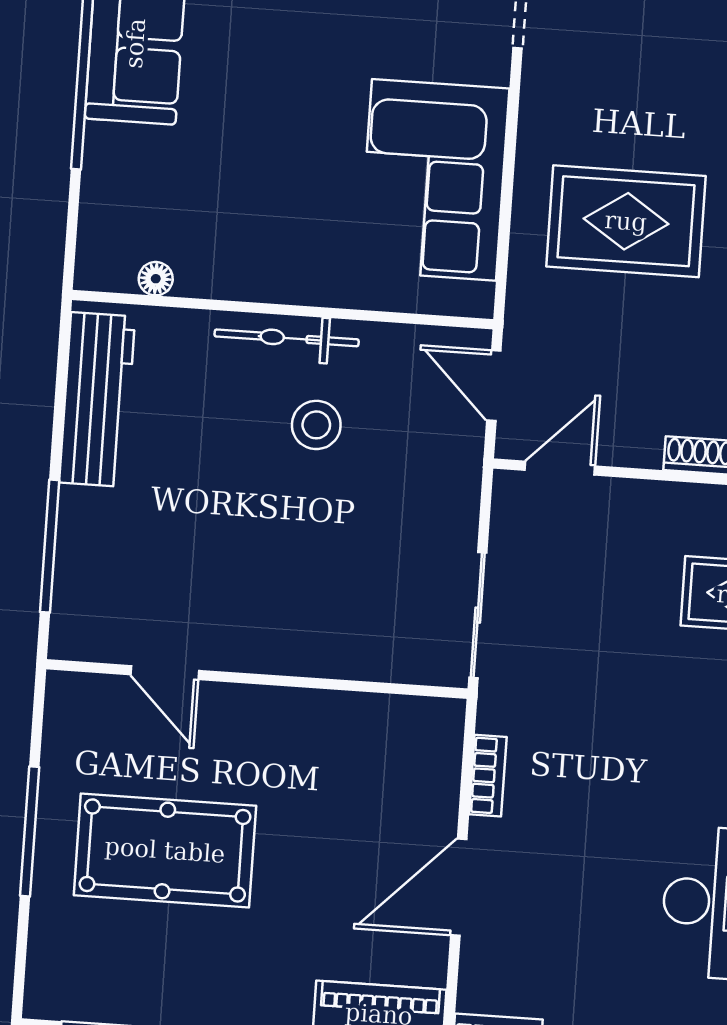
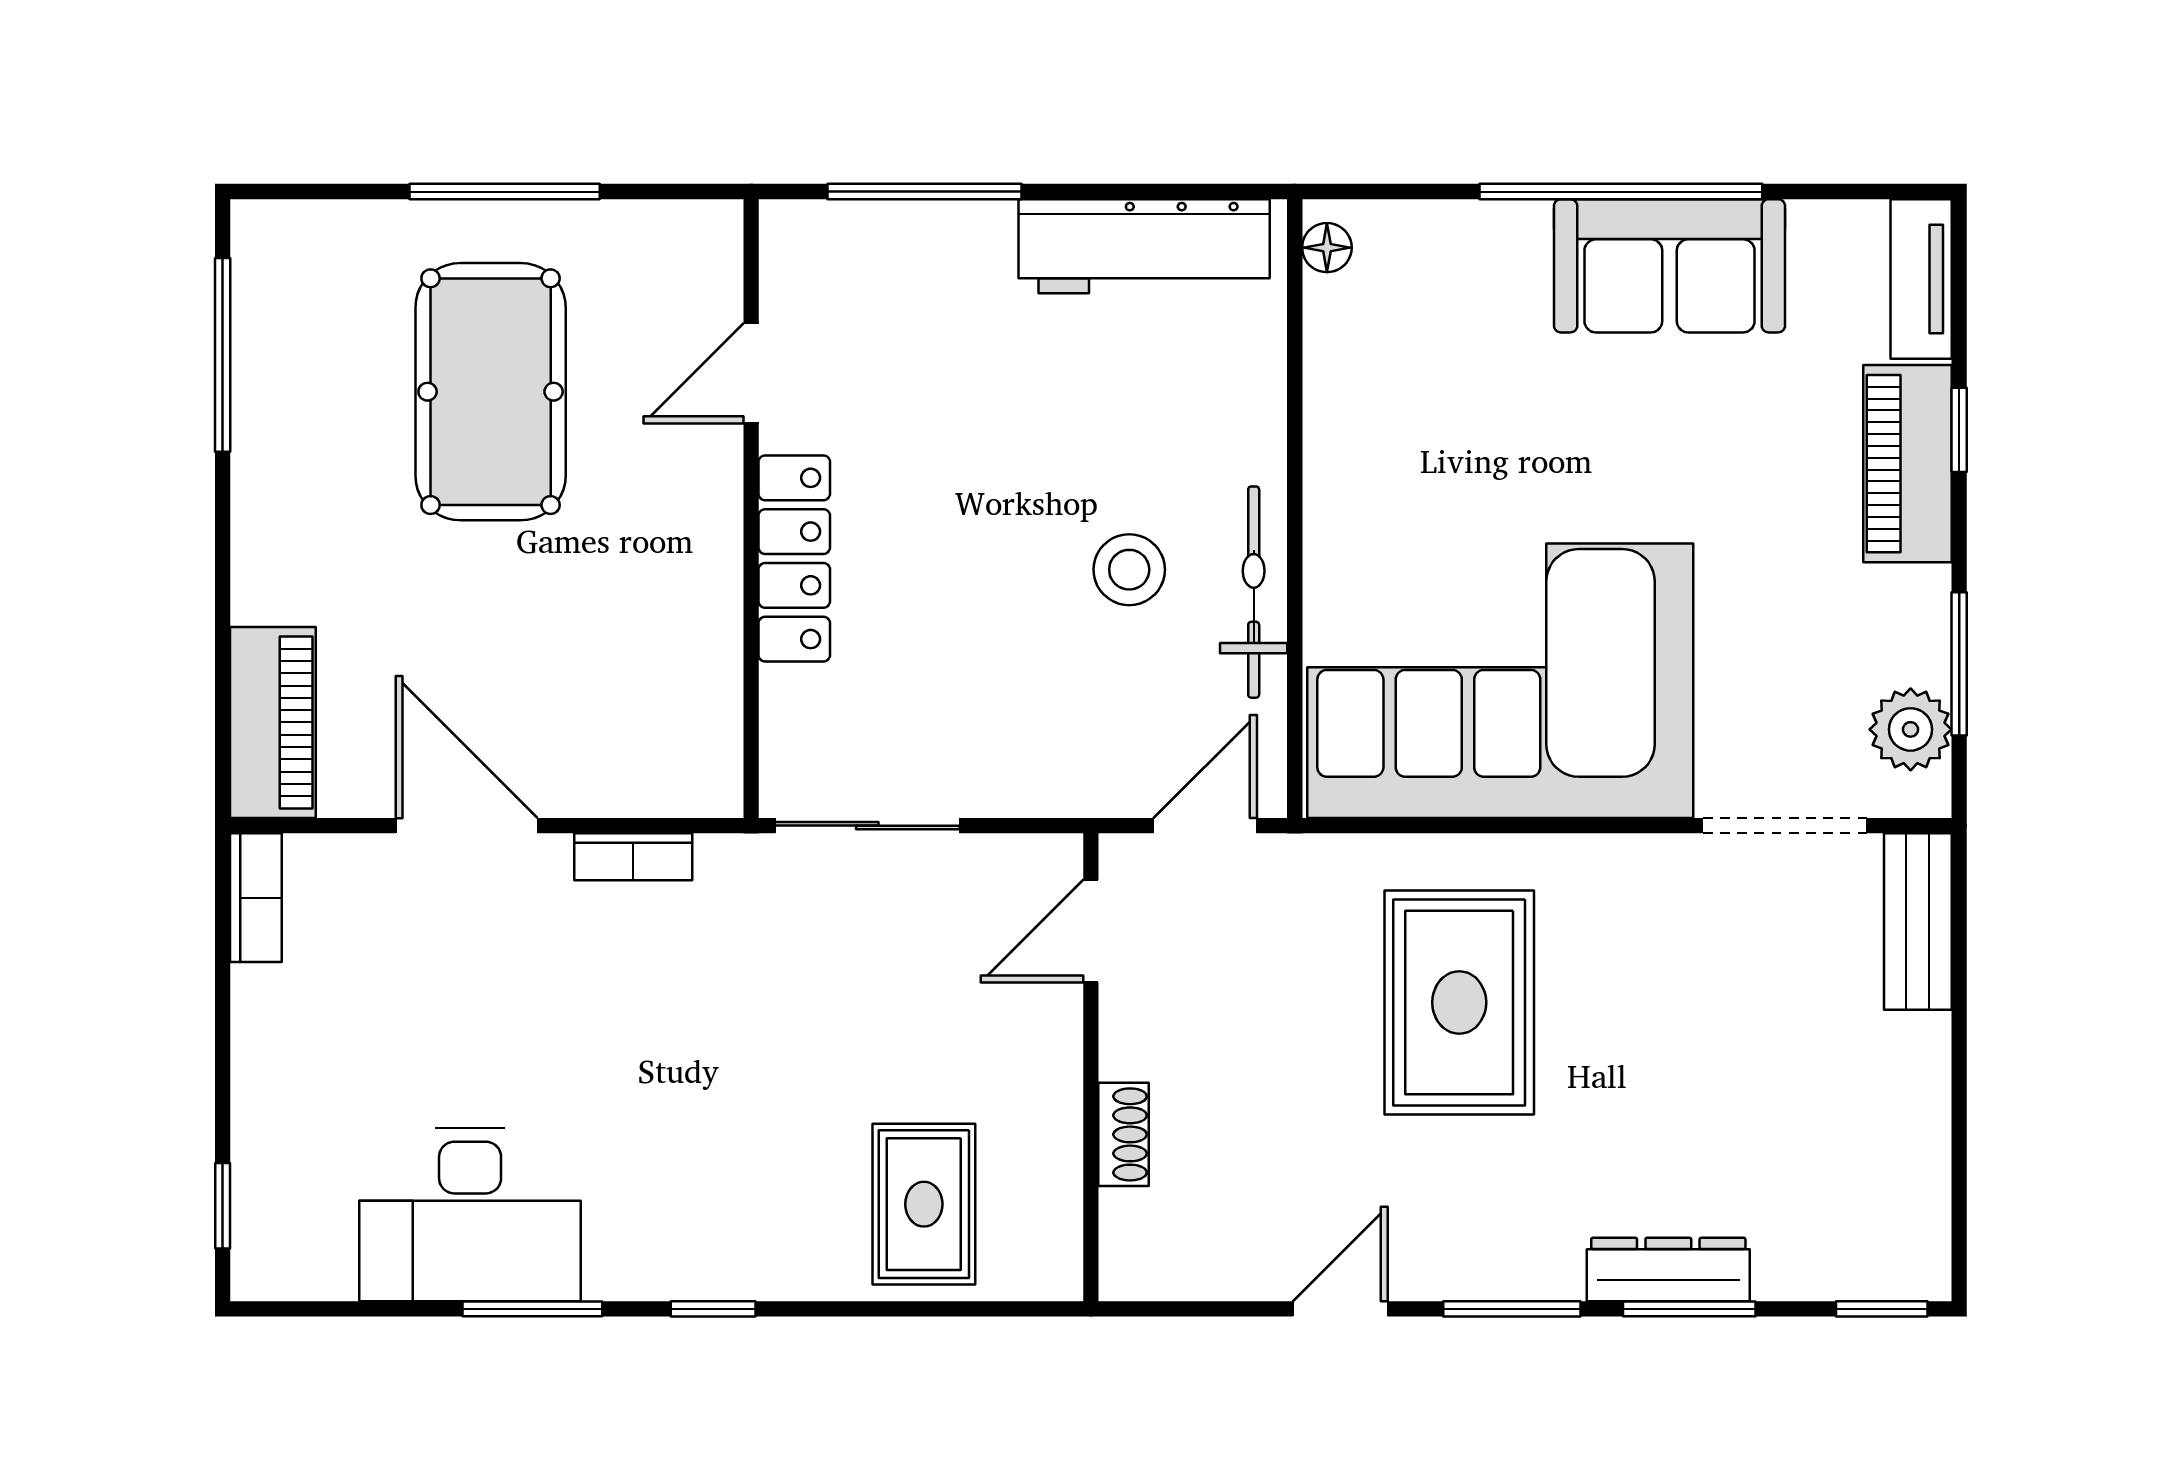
corner sofa: (434, 180) -> (1500, 681), width x1.36, depth x1.36
floor lamp: (156, 279) -> (1327, 248), moved
bicycle: (287, 338) -> (1254, 592), moved
door: (560, 468) -> (1091, 931), swing flipped
locker: (293, 652) -> (794, 558), added

